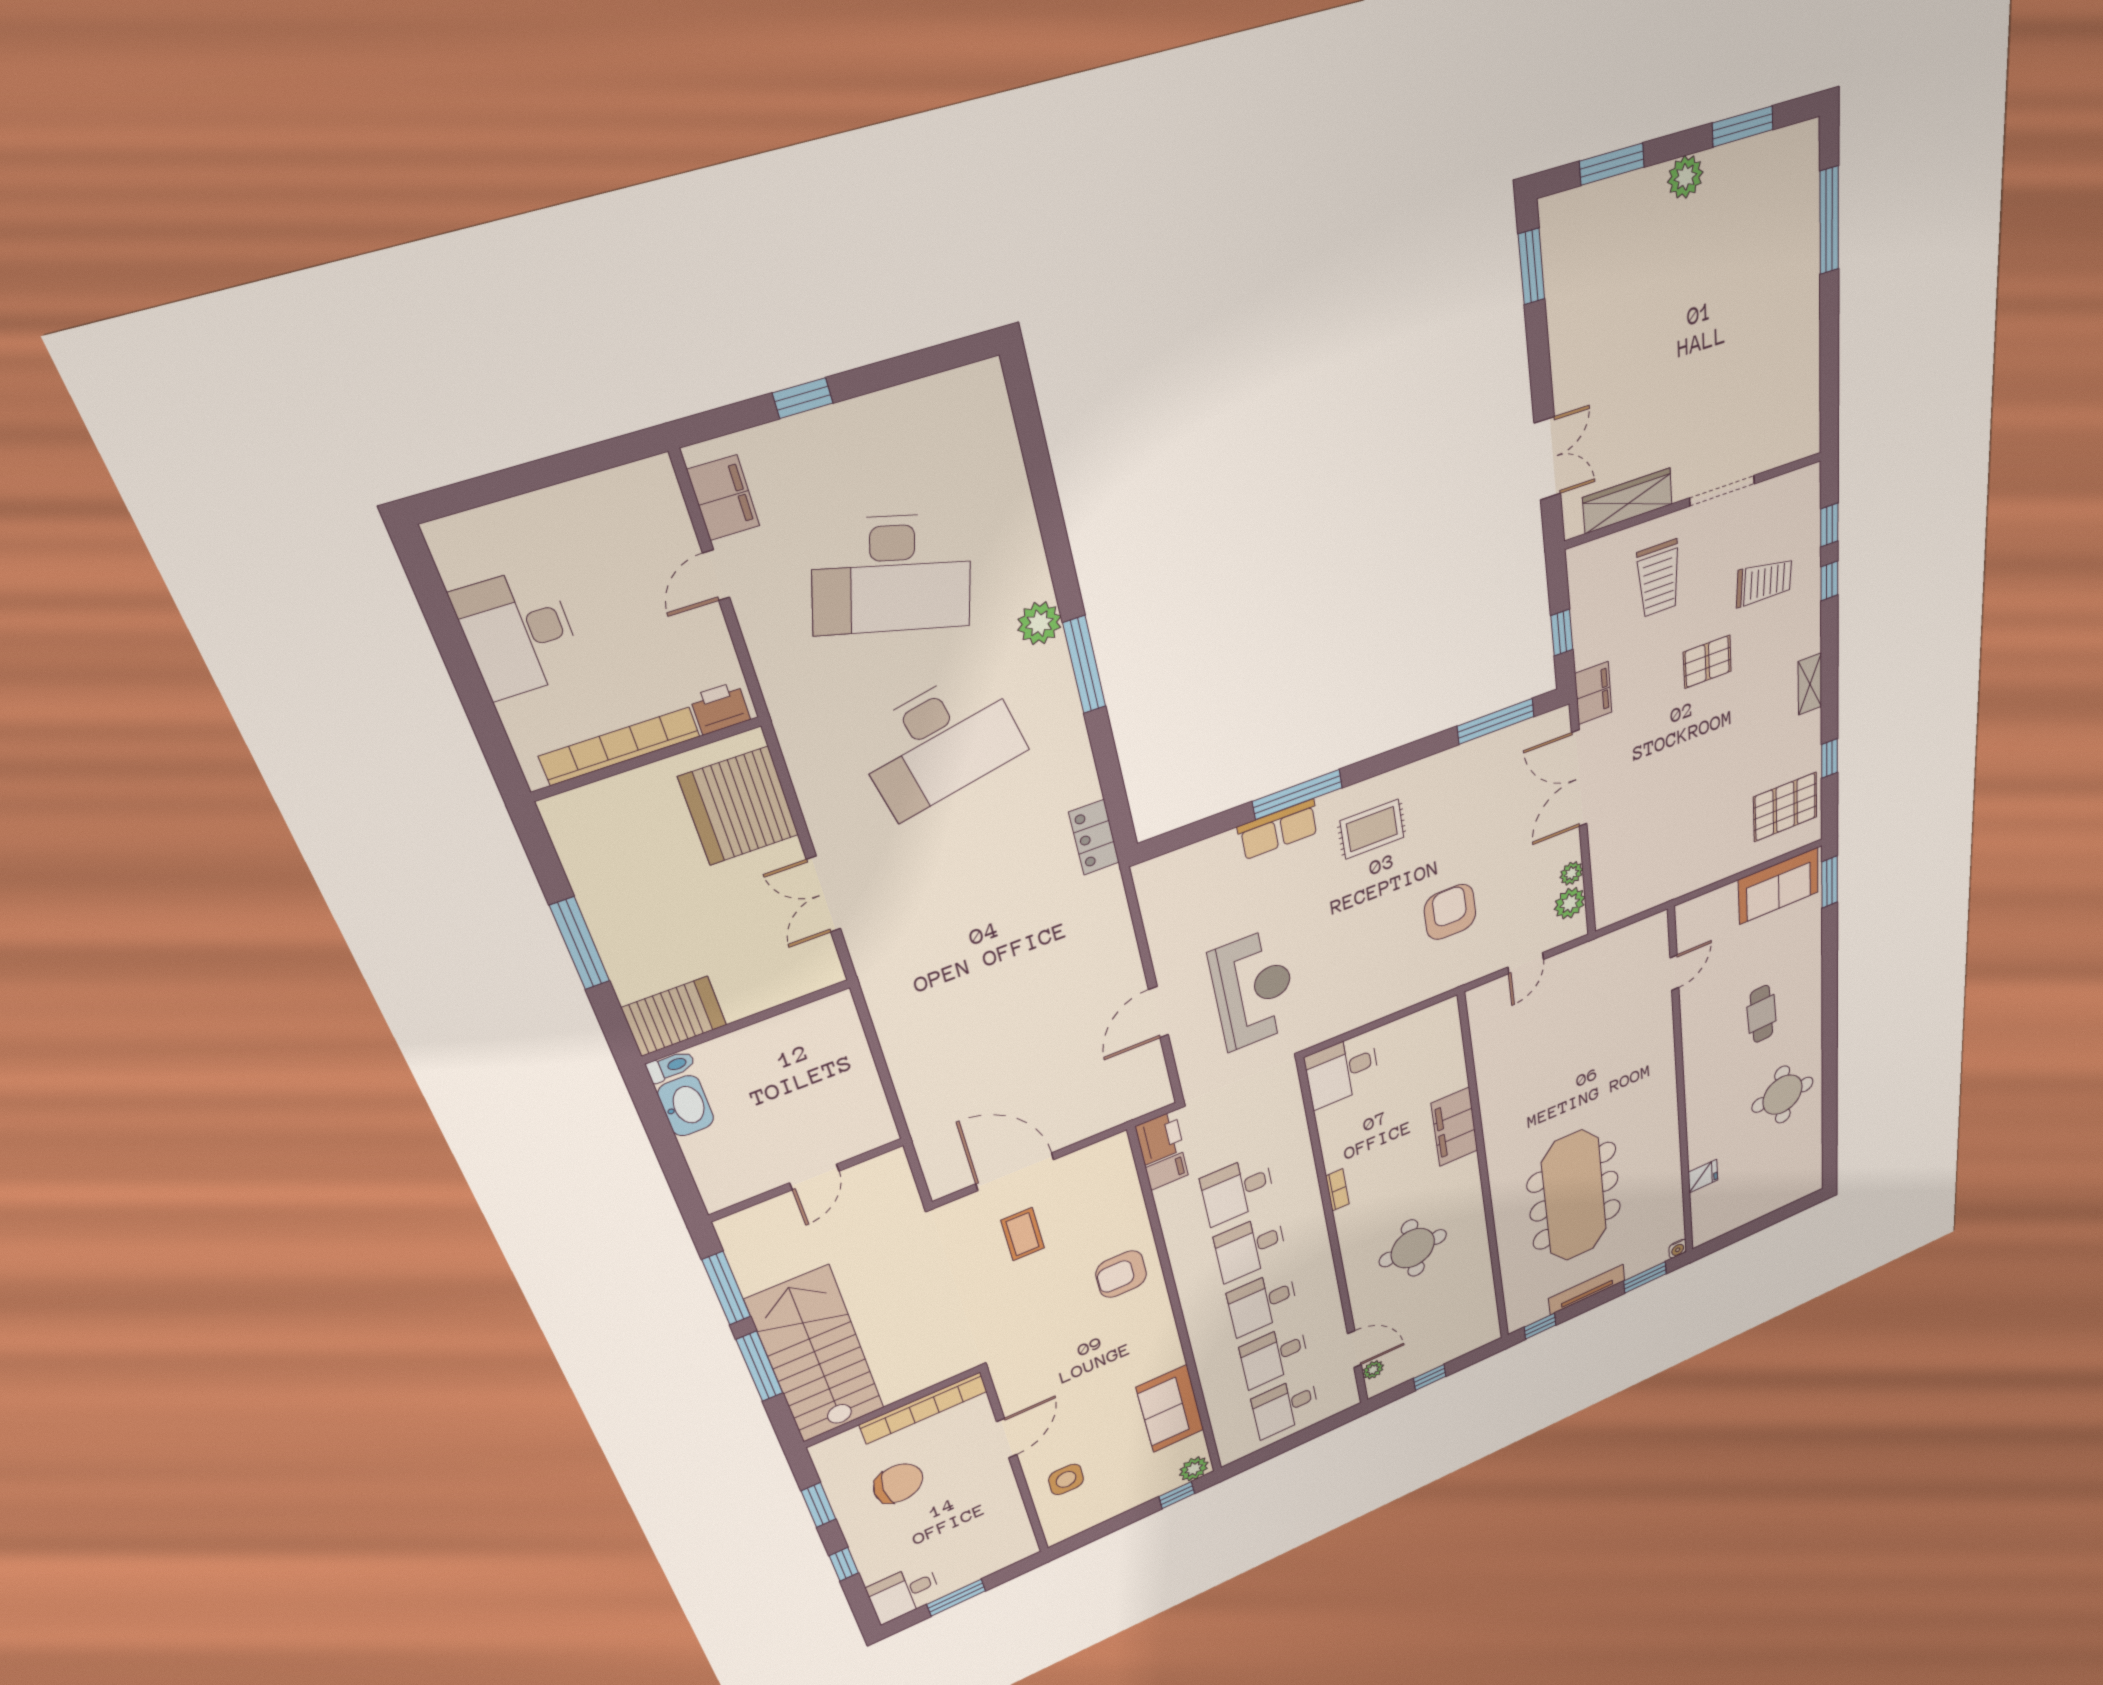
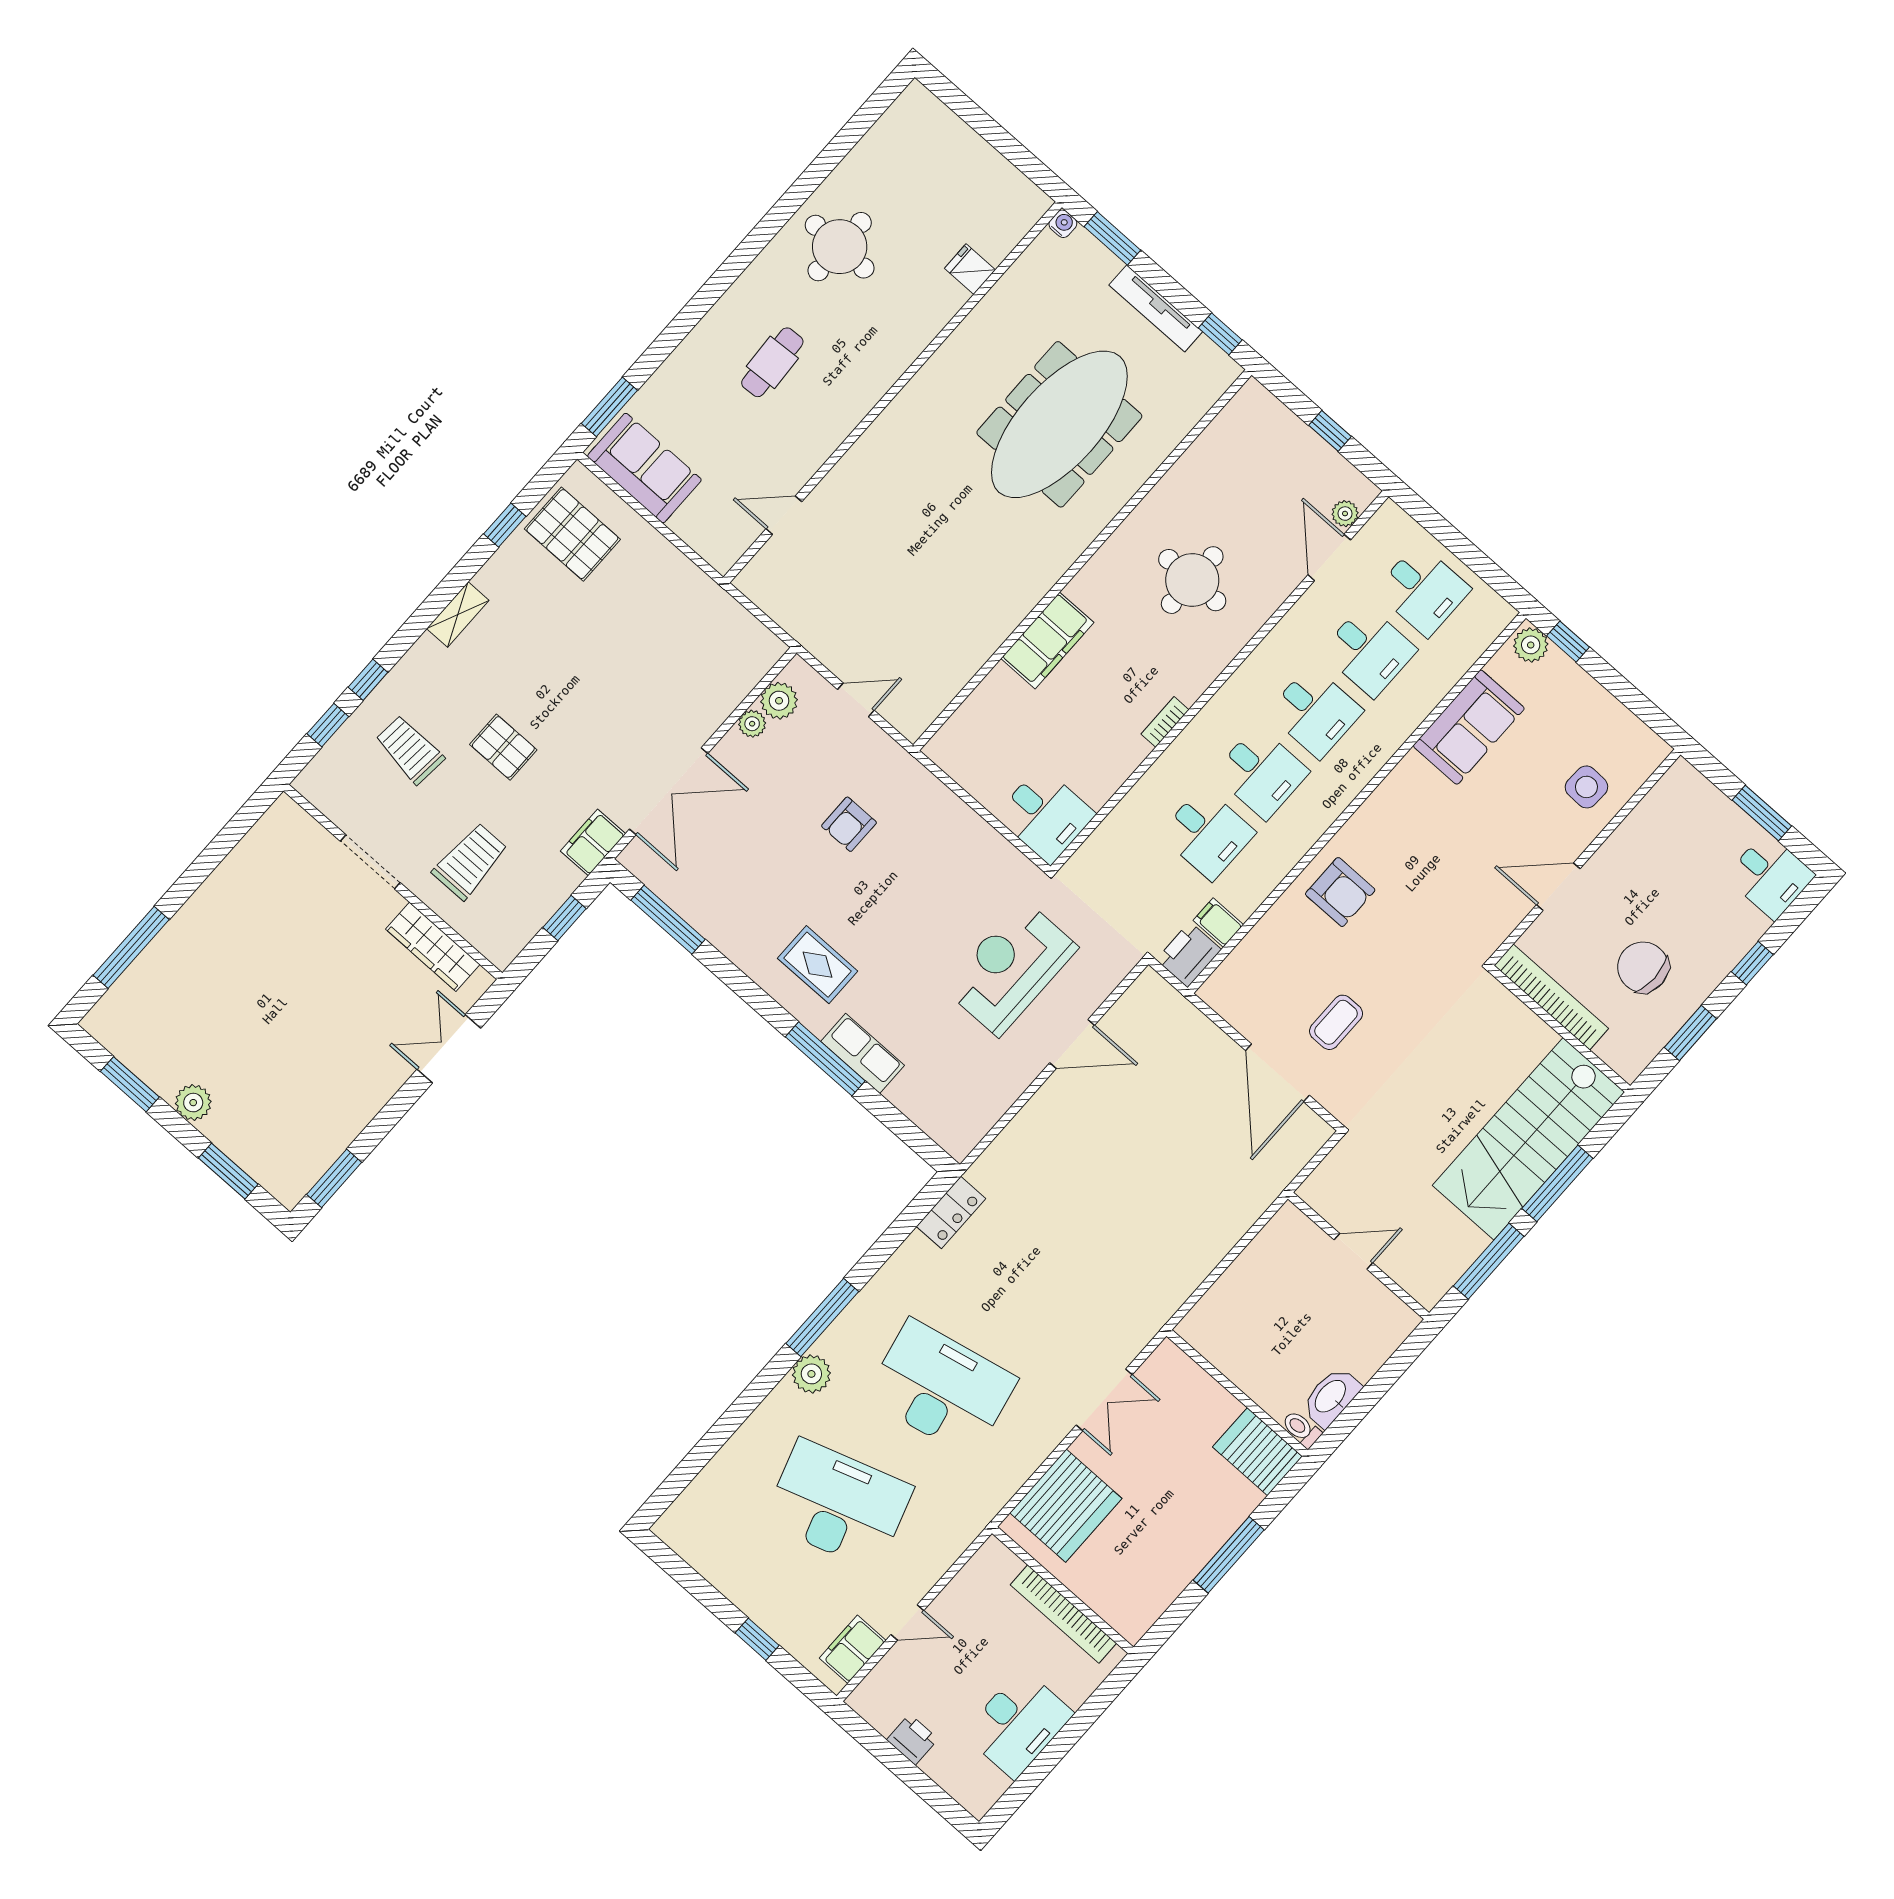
desk: (892, 574) -> (838, 1505), turned -33
printer: (720, 708) -> (912, 1739), moved, turned 180
armchair: (1450, 912) -> (849, 824), width x0.72, depth x0.72

